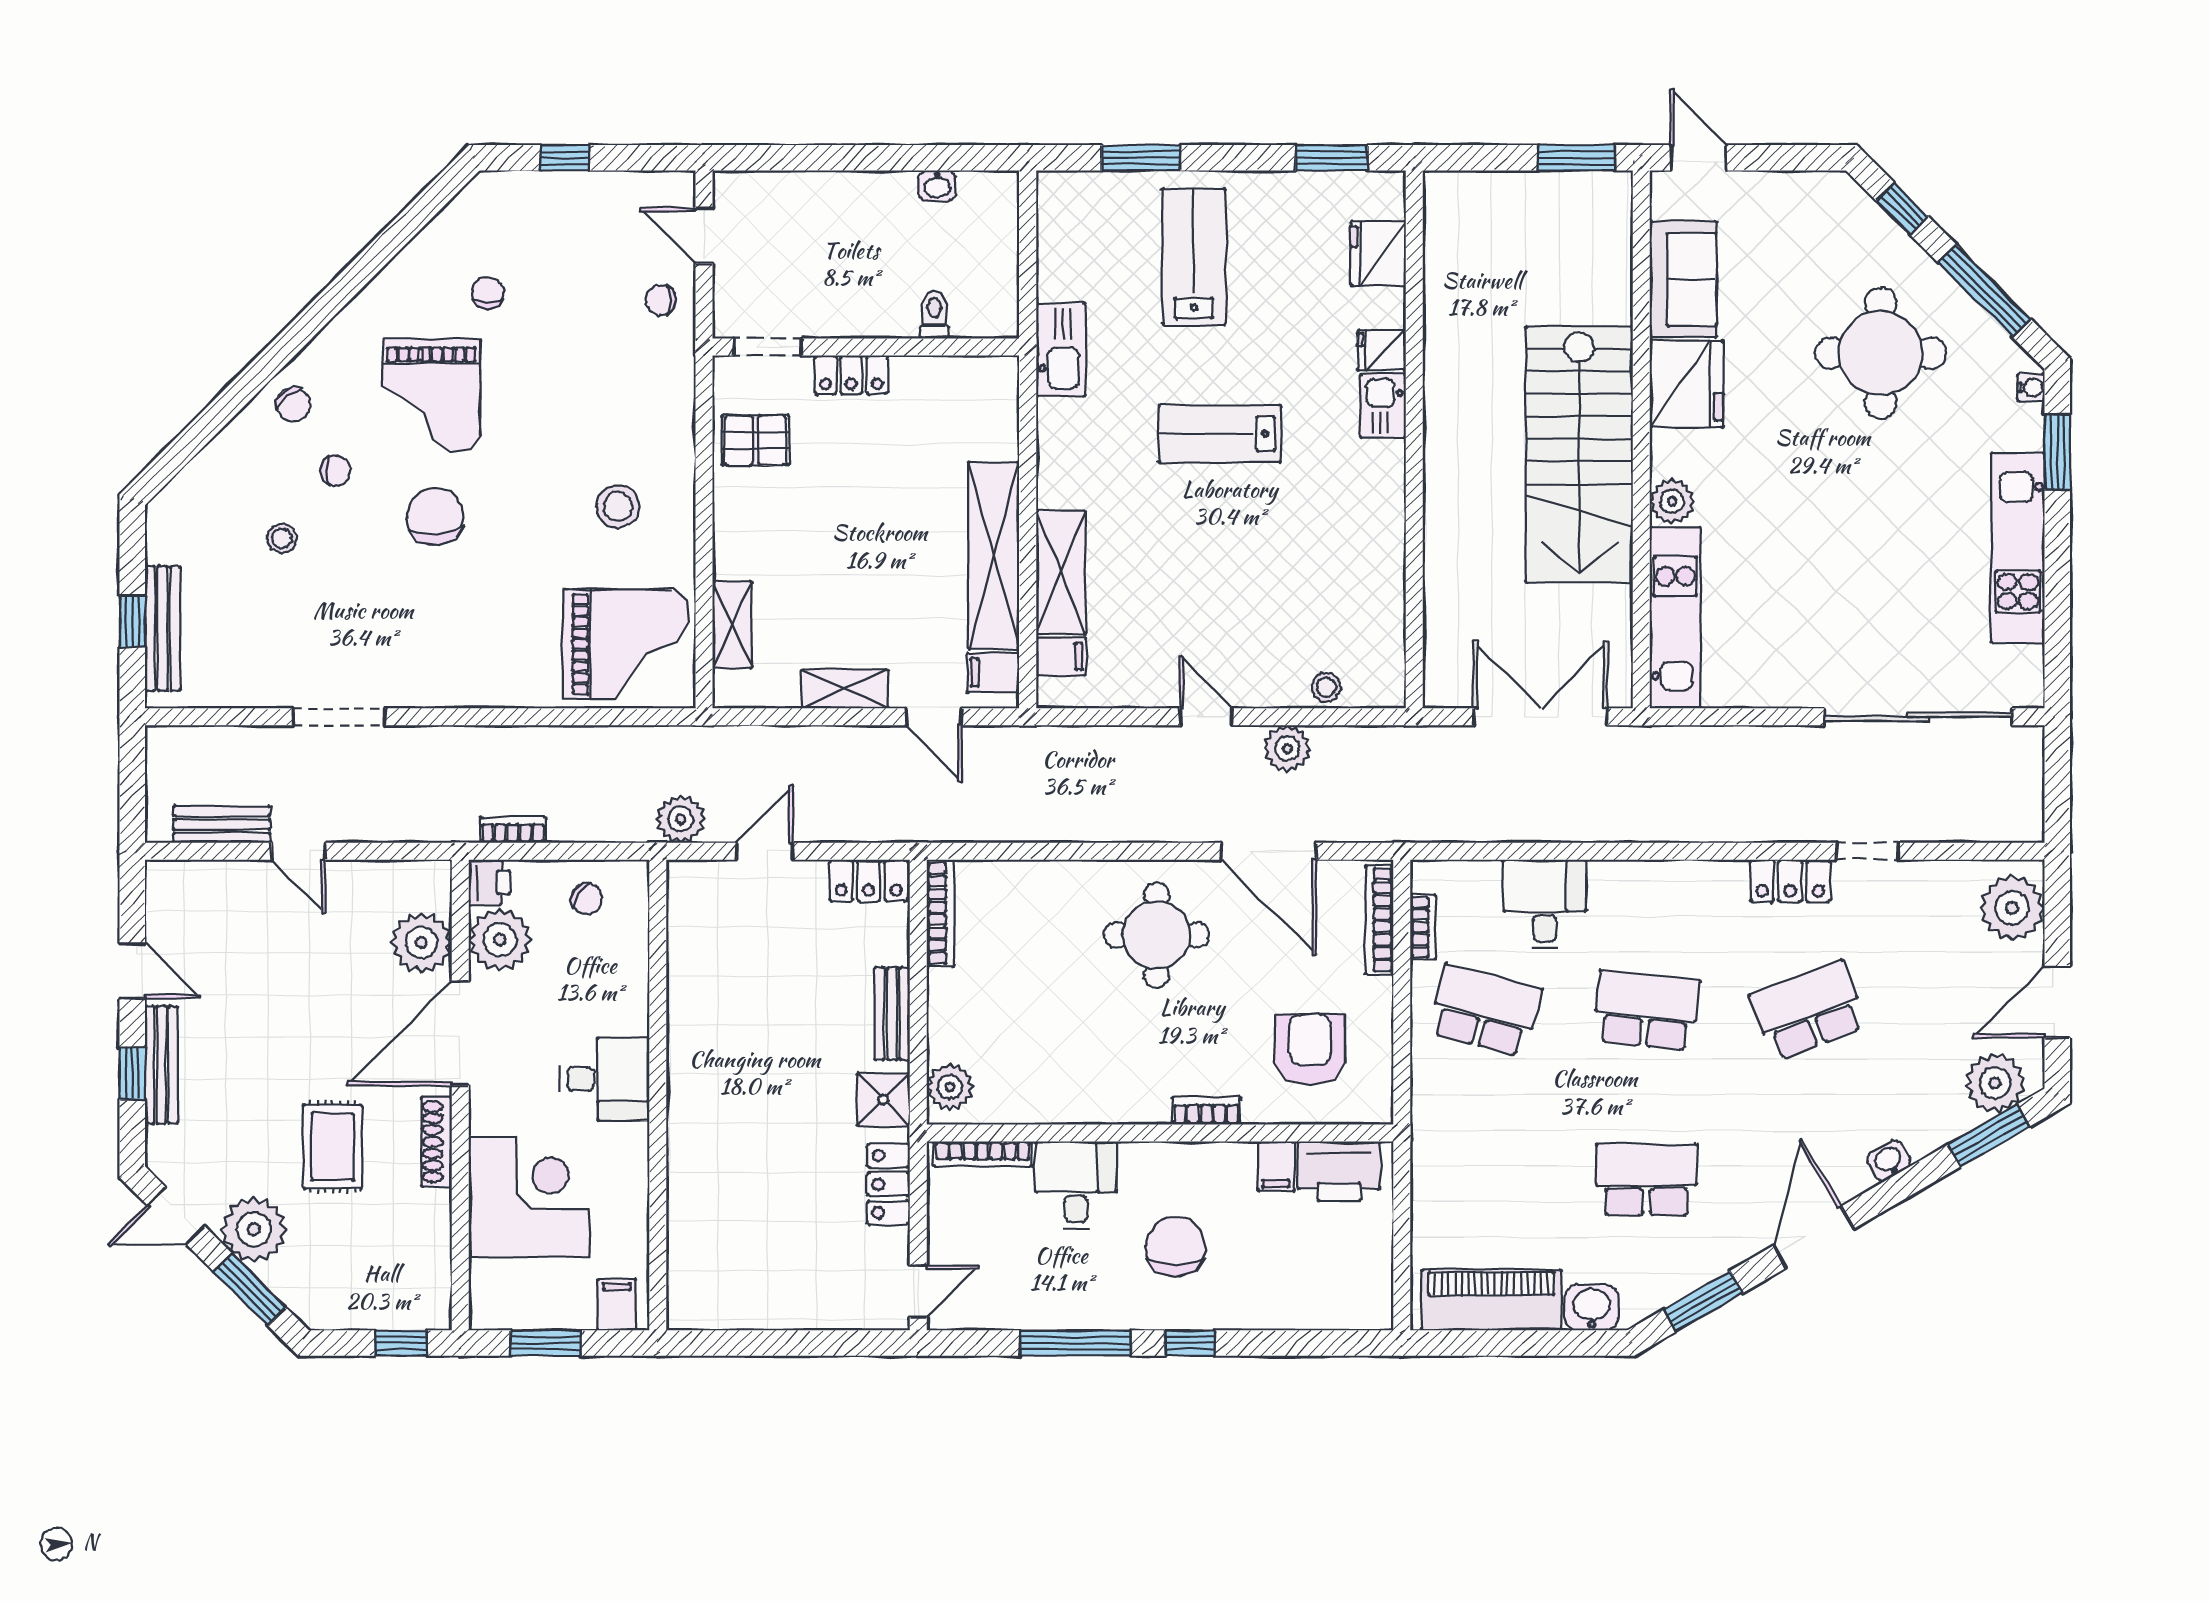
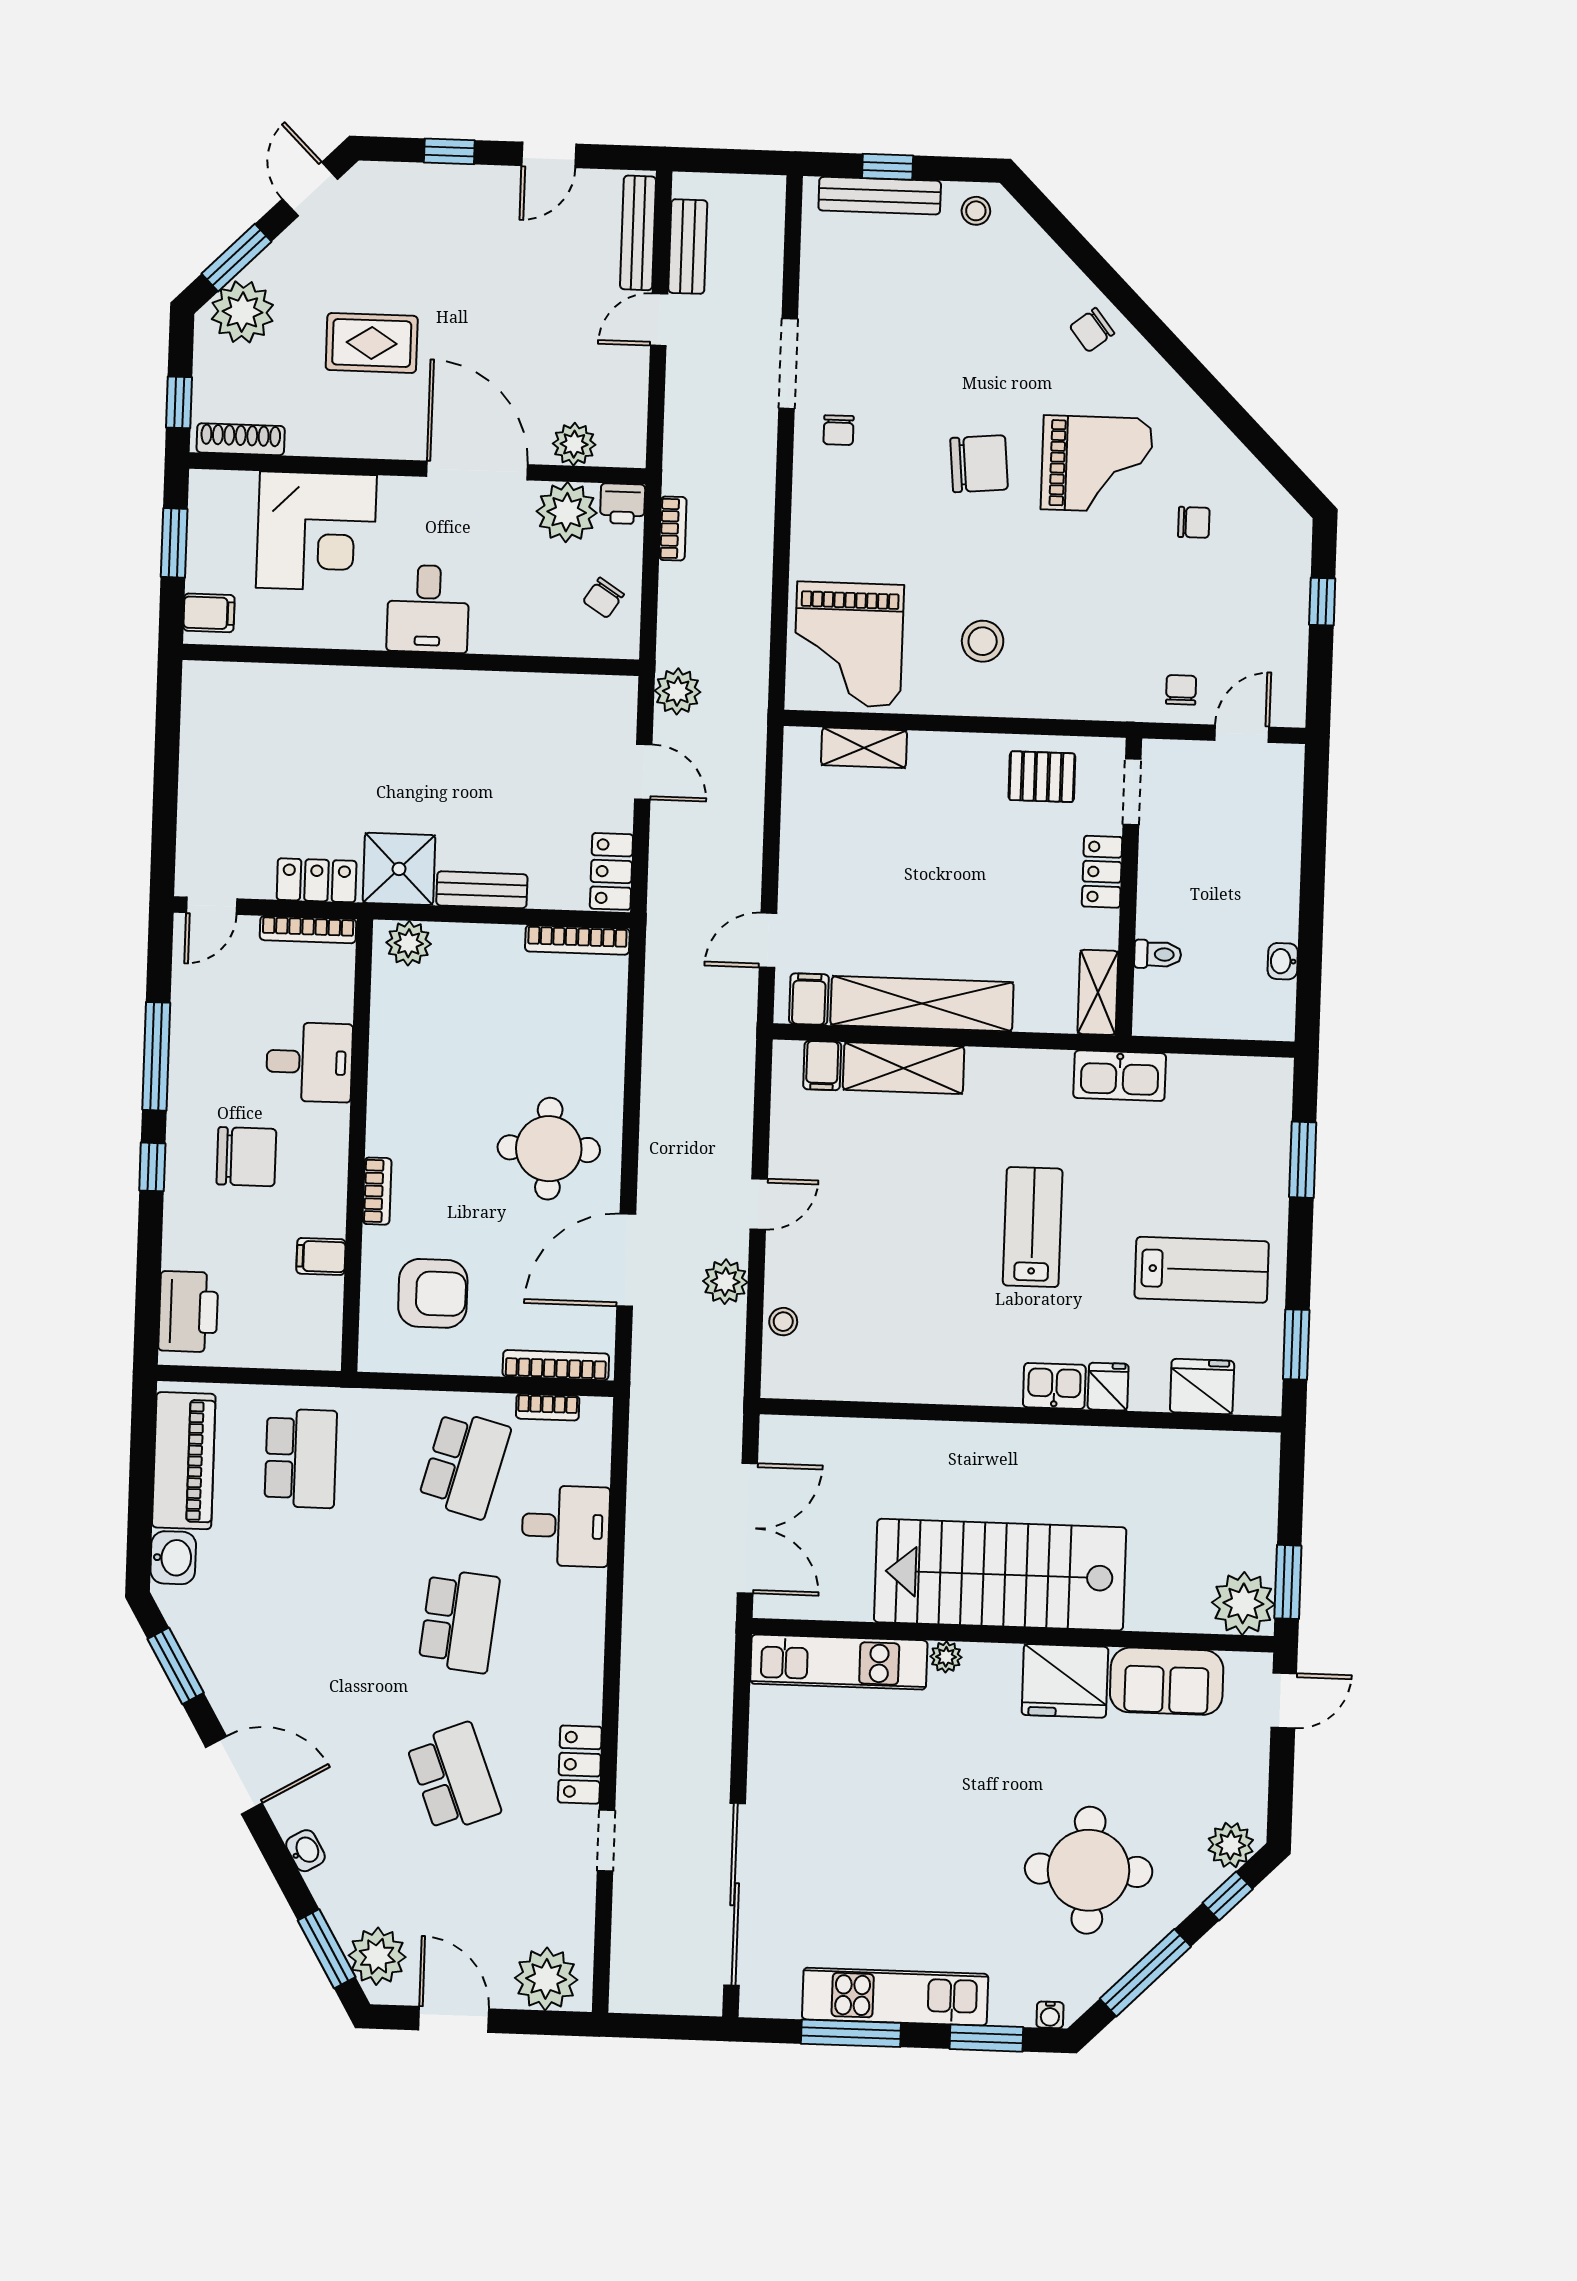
plant: (1600, 203) -> (1243, 1603), added
plant: (1850, 207) -> (1231, 1845), added
lab bench: (1194, 257) -> (1202, 1270), moved
grand piano: (431, 395) -> (1097, 464), turned 180
pallet: (755, 440) -> (1042, 777), turned 90
chair: (336, 471) -> (839, 430), moved
plant: (1672, 501) -> (946, 1657), width x0.73, depth x0.73
stool: (282, 538) -> (976, 211), moved
window: (2057, 592) -> (851, 2033), added
shelving: (845, 689) -> (1098, 992), moved
plant: (421, 942) -> (574, 444), width x0.73, depth x0.73
bench: (161, 1065) -> (638, 233), moved, turned 90
shower: (883, 1100) -> (399, 869), width x1.36, depth x1.36
shoe rack: (437, 1142) -> (241, 439), moved
bookcase: (983, 1154) -> (308, 930), moved, turned -90
printer: (1339, 1171) -> (188, 1312), moved, turned 180
school desk: (1646, 1180) -> (301, 1458), moved
plant: (254, 1229) -> (242, 312), moved
door: (918, 1291) -> (212, 906), hinge flipped

